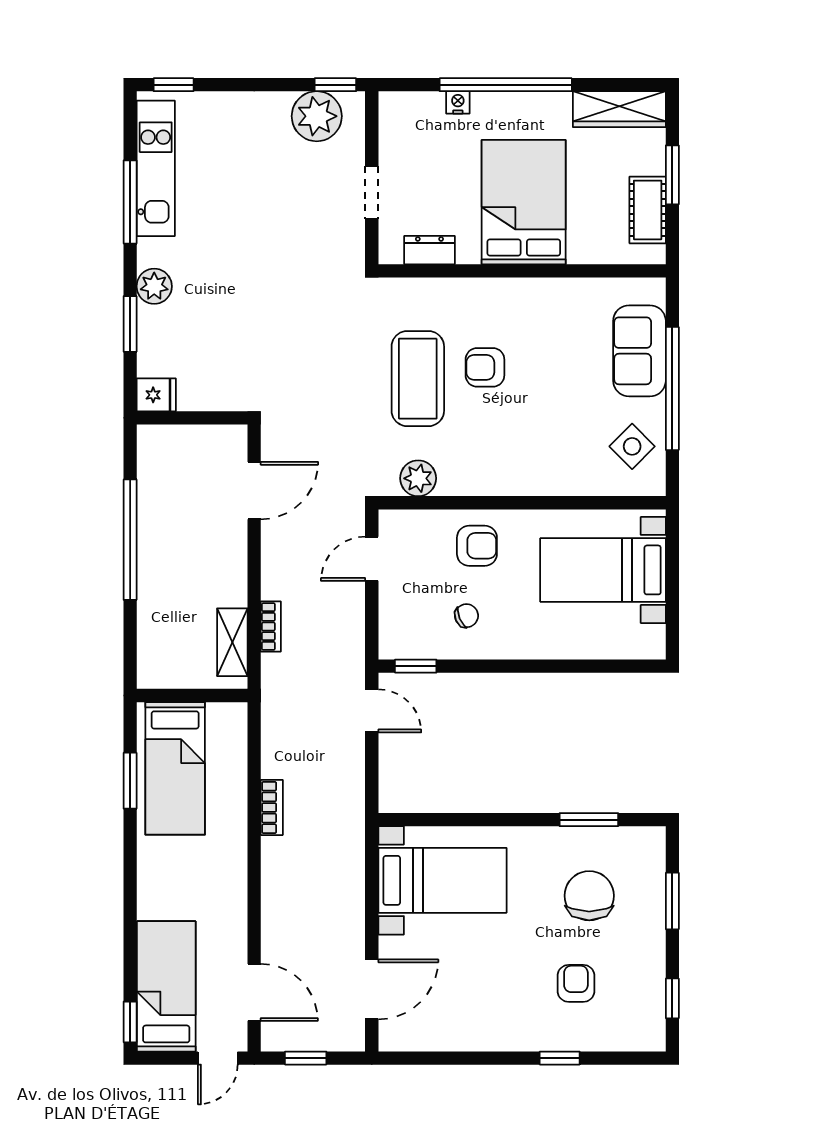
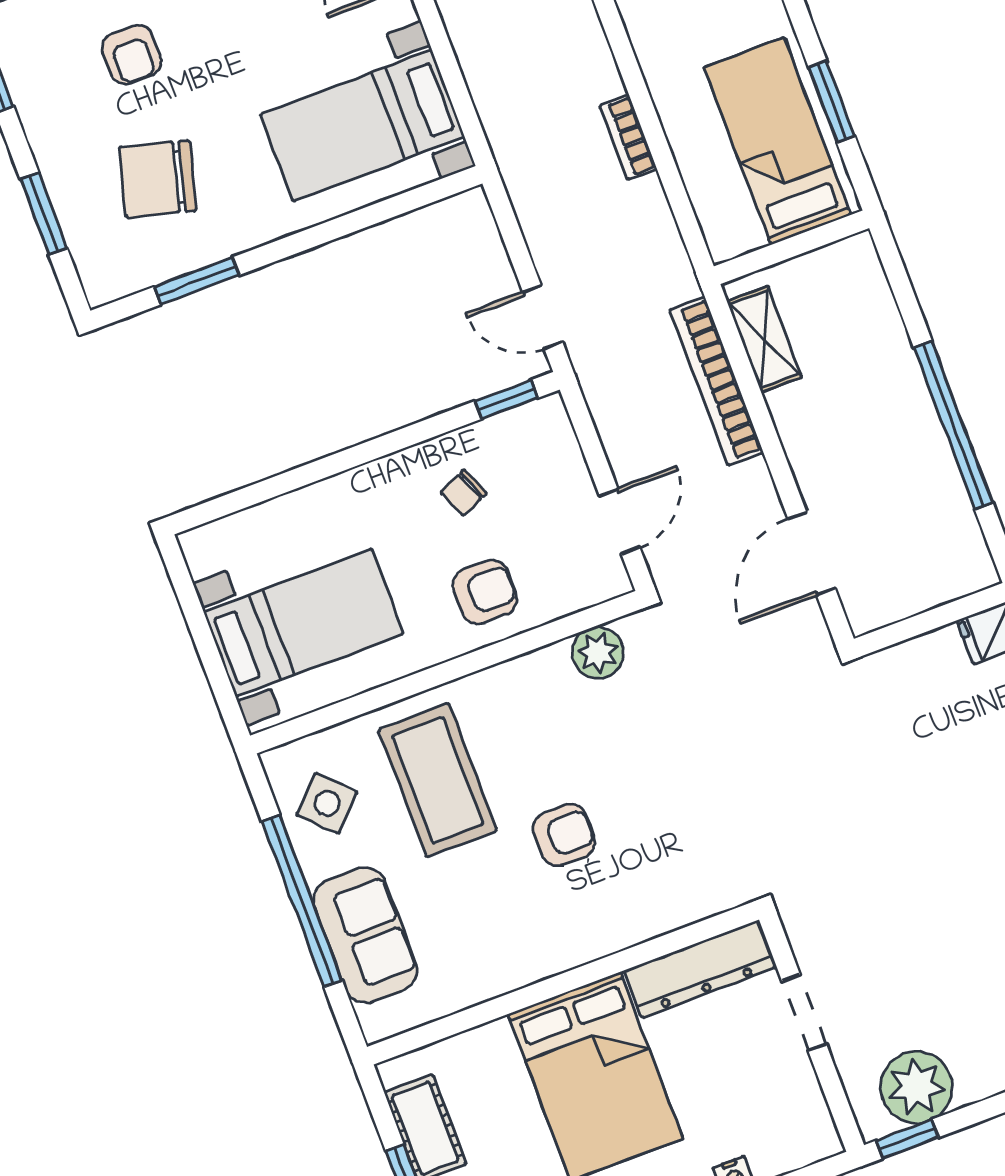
dresser: (429, 250) -> (699, 969), width x1.96, depth x1.24
coffee table: (418, 379) -> (438, 780), moved
armchair: (477, 546) -> (485, 592), turned 180
bookcase: (271, 627) -> (717, 381), width x2.31, depth x1.31
chair: (589, 896) -> (158, 179), turned 105

